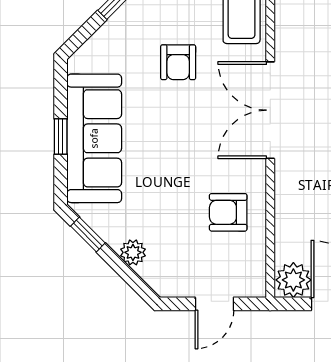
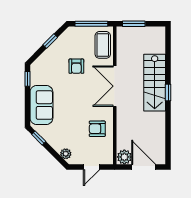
window: (61, 137) -> (27, 79), moved
sofa: (94, 138) -> (41, 105), width x0.73
plant: (133, 252) -> (66, 154), moved

